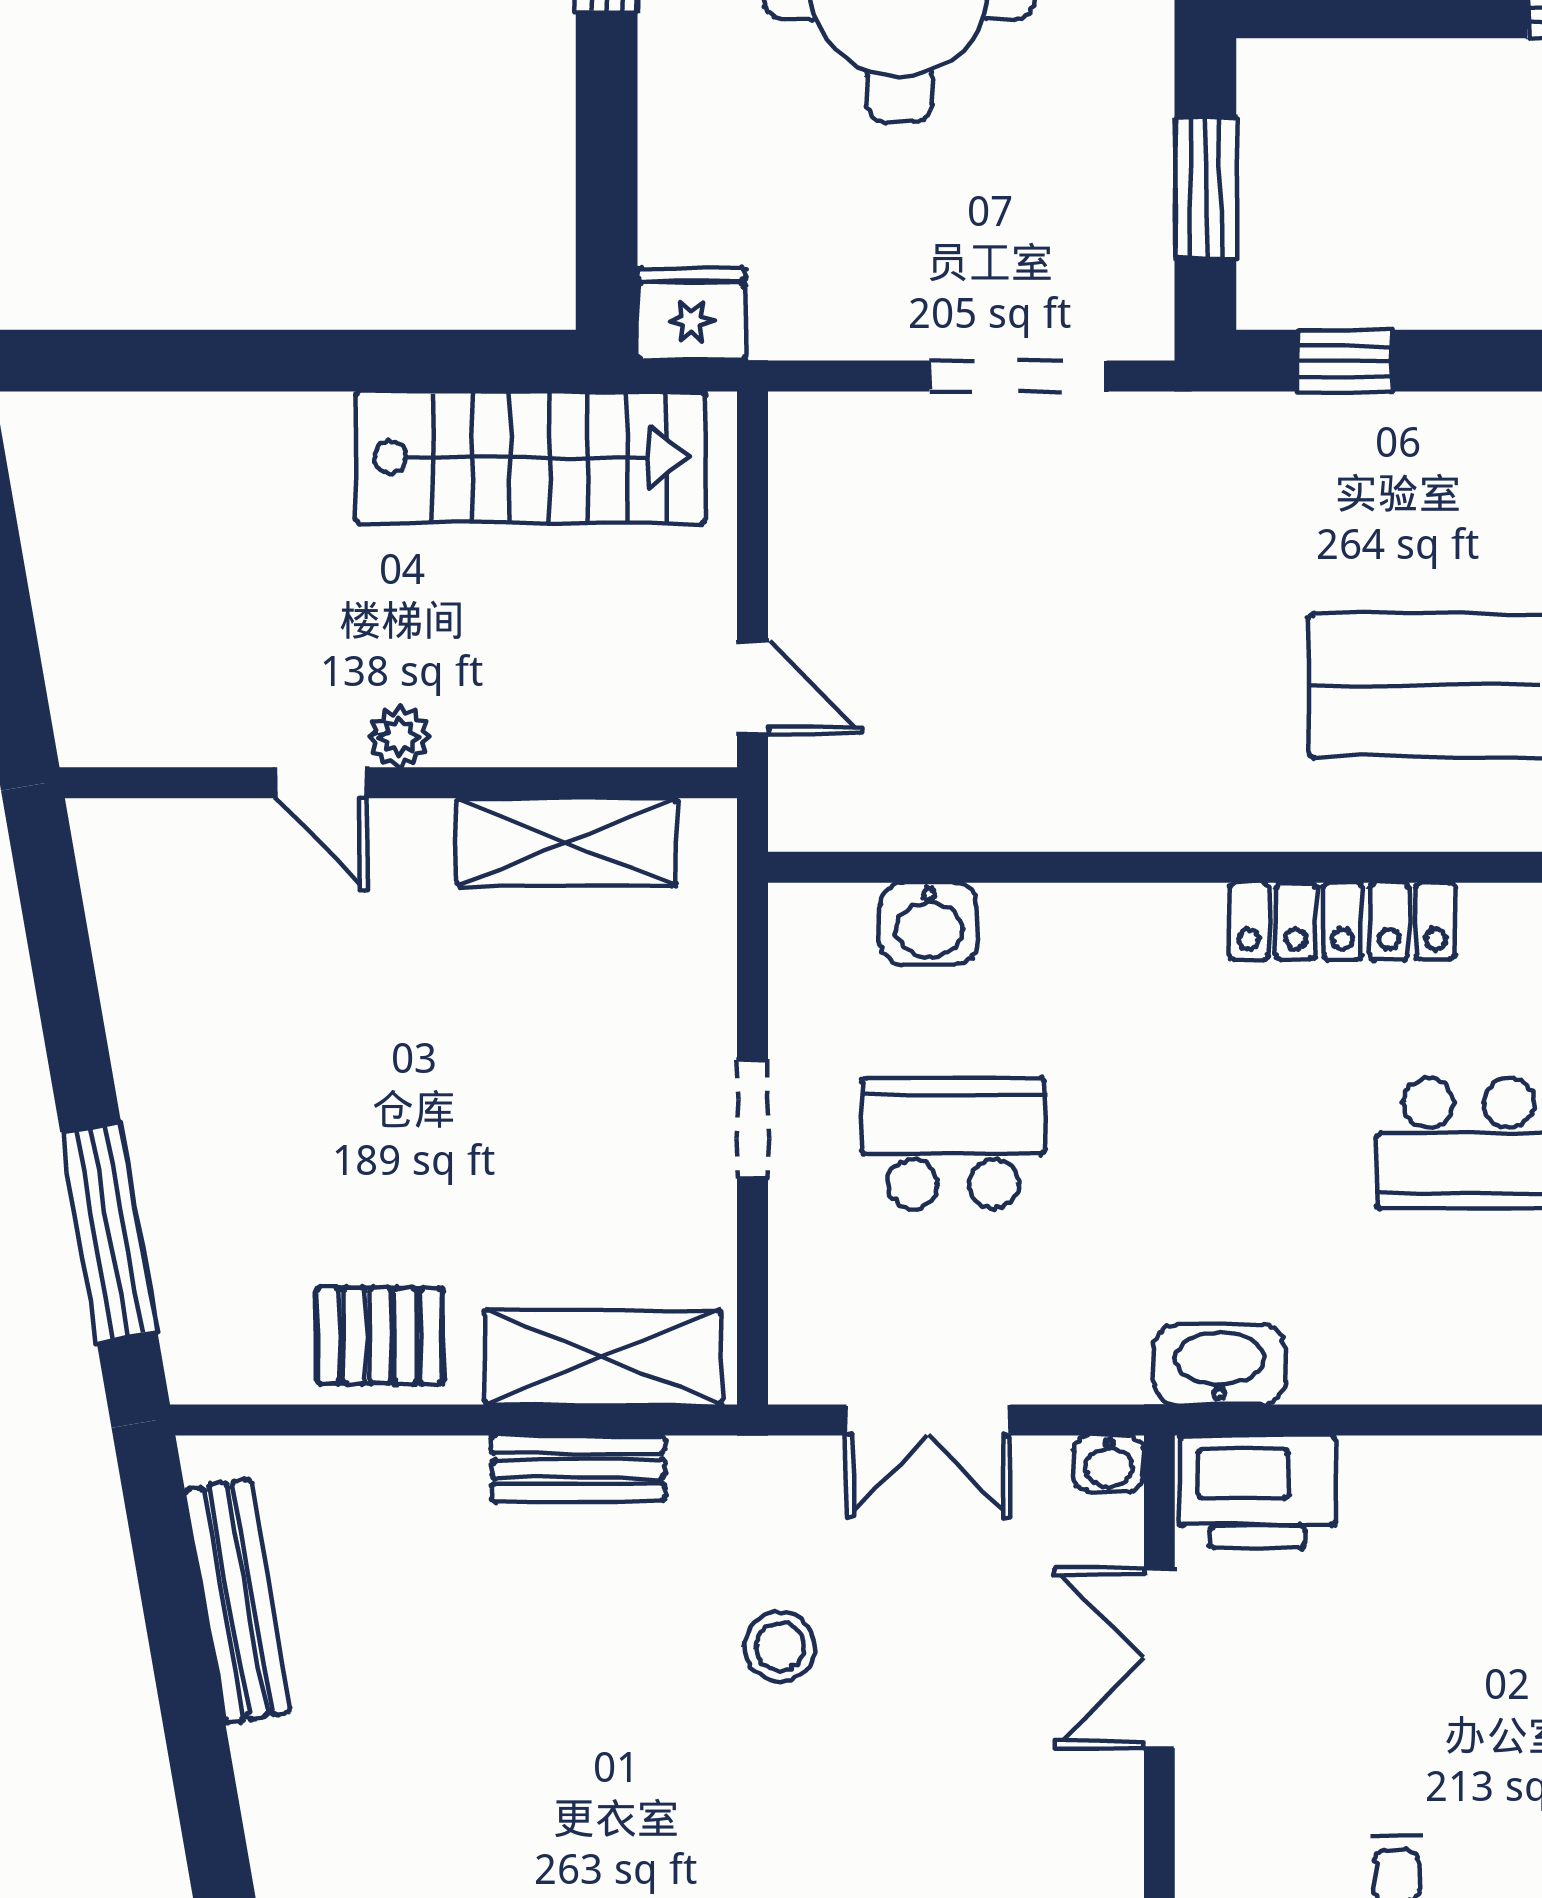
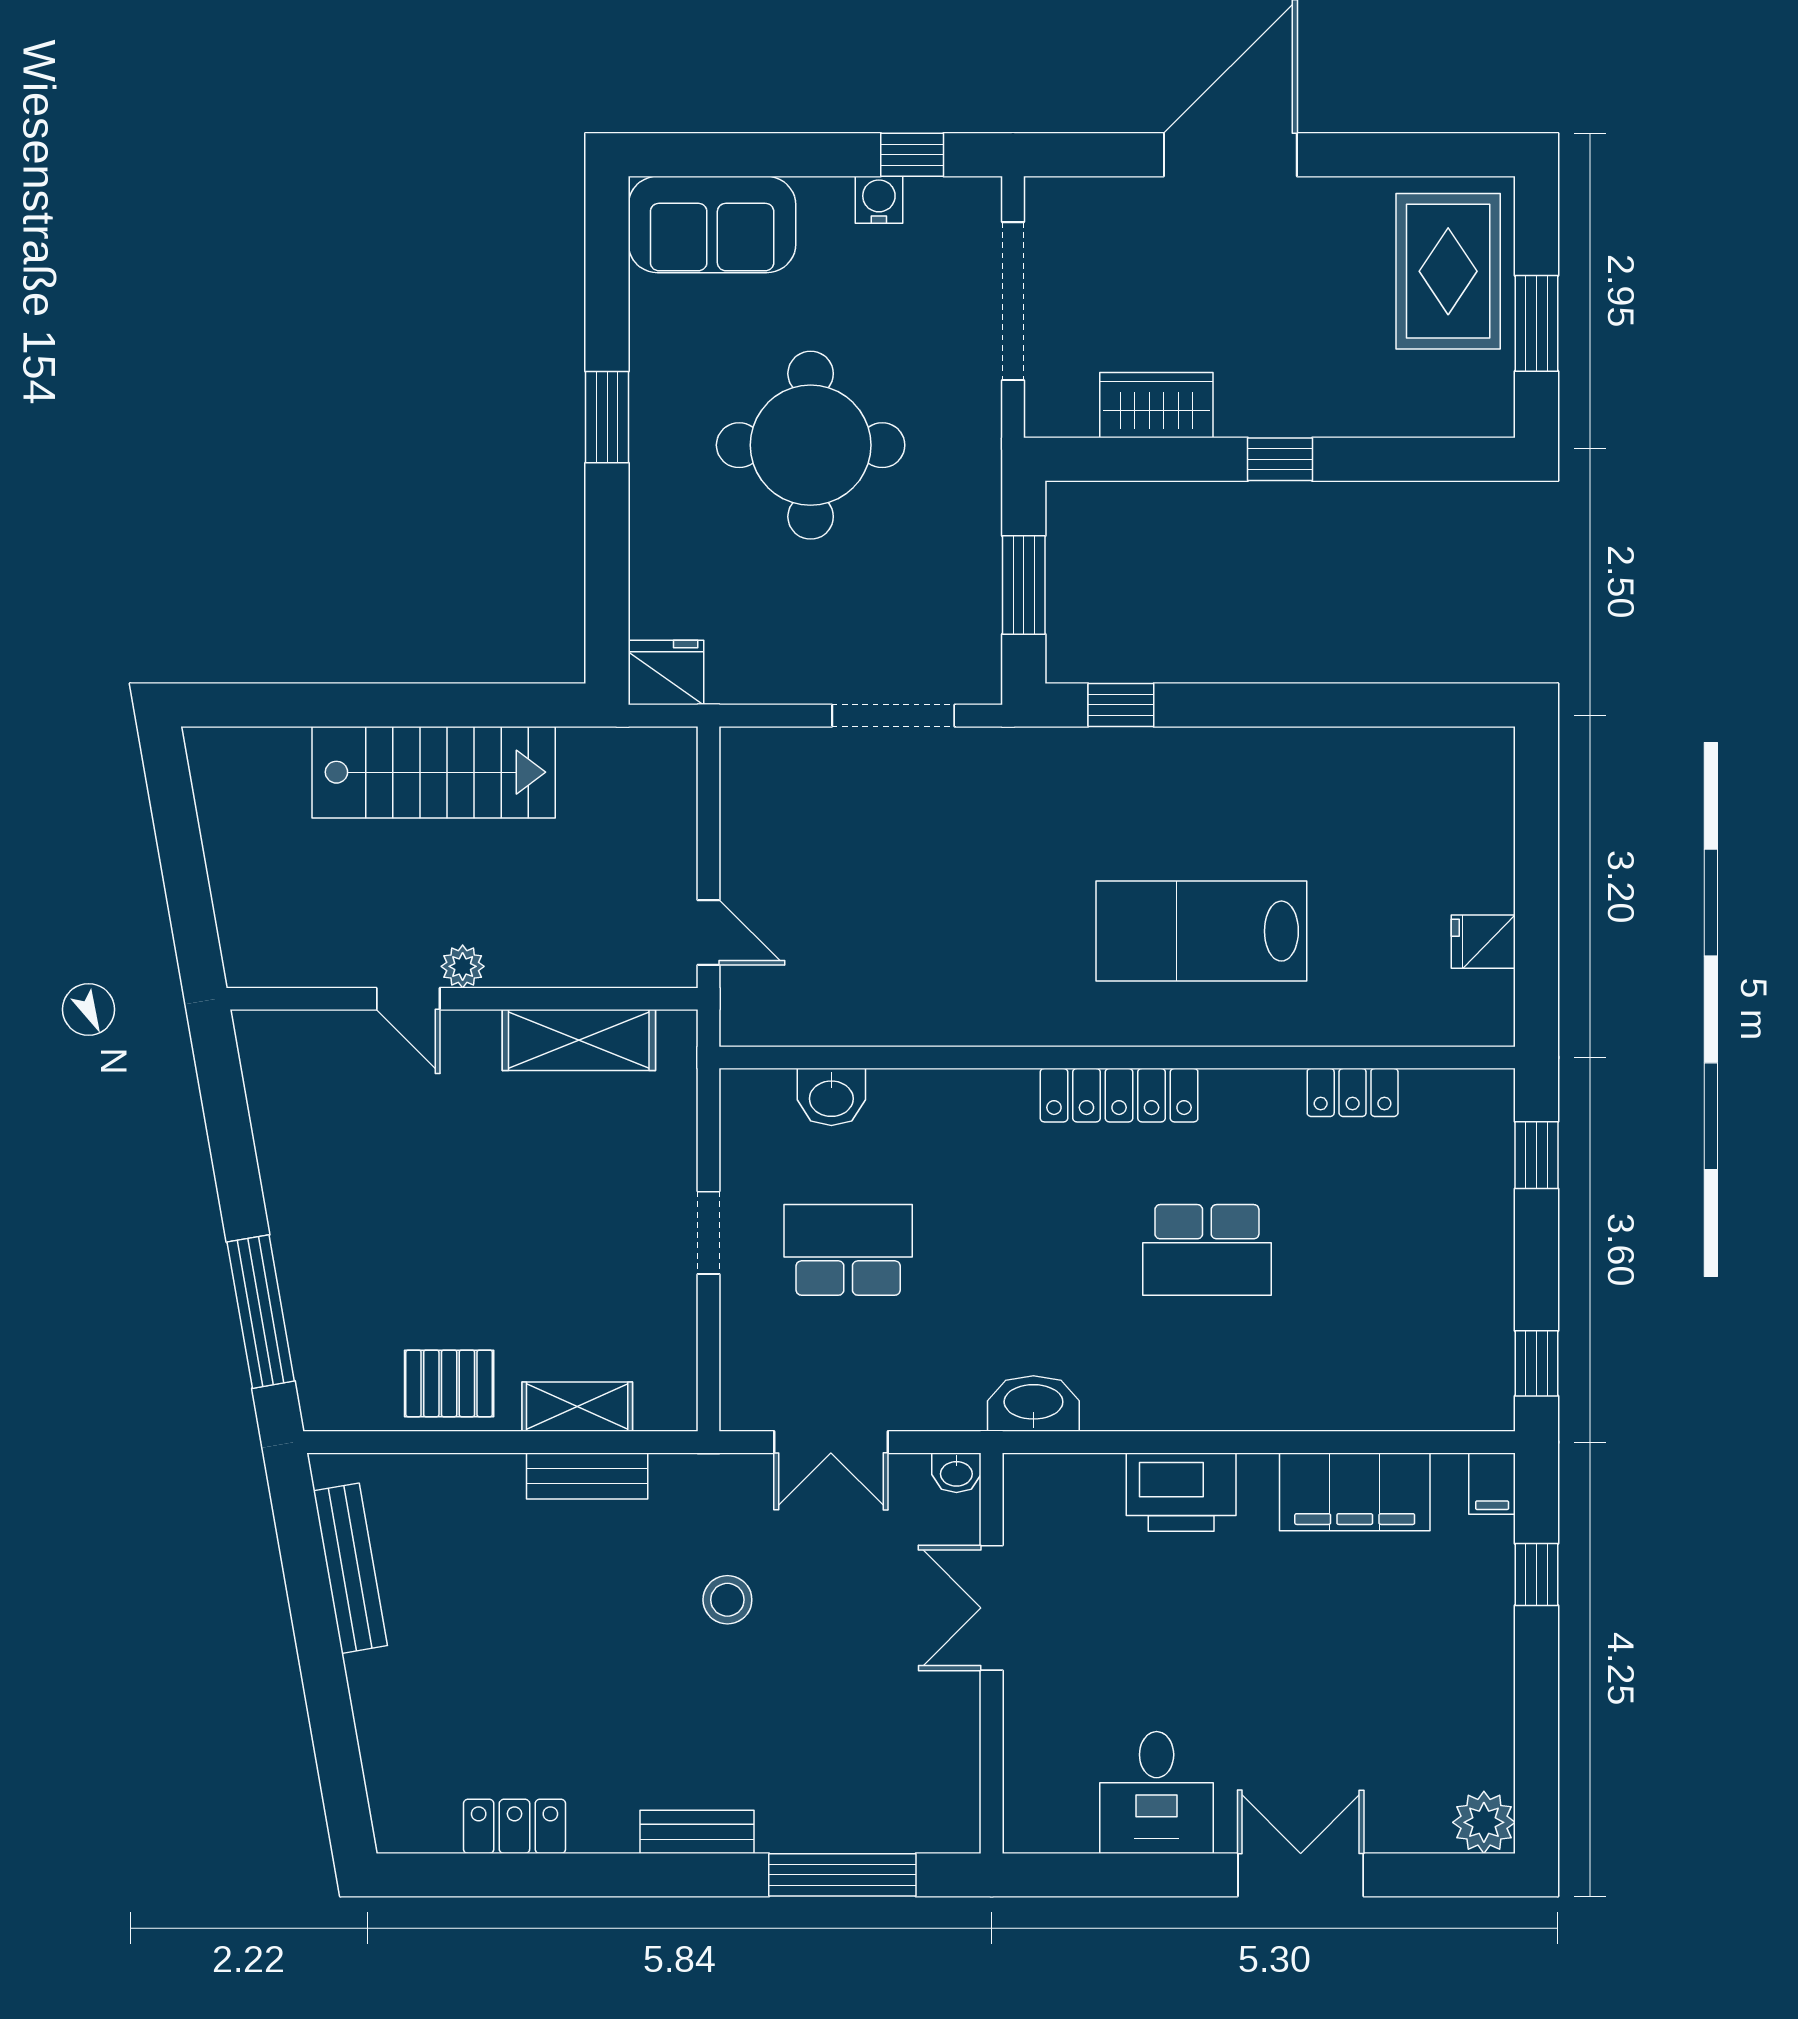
stairs: (530, 457) -> (434, 772), moved
shelving: (603, 1357) -> (577, 1407), width x0.67, depth x0.75
printer: (1257, 1492) -> (1181, 1492), moved

